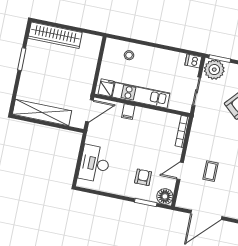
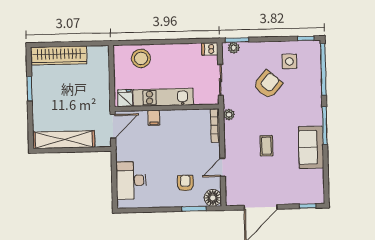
stool: (129, 55) -> (141, 58), width x1.89, depth x1.89
plant: (214, 70) -> (234, 48), width x0.53, depth x0.53
plant: (197, 124) -> (229, 114), added
coffee table: (210, 171) -> (266, 146), moved

